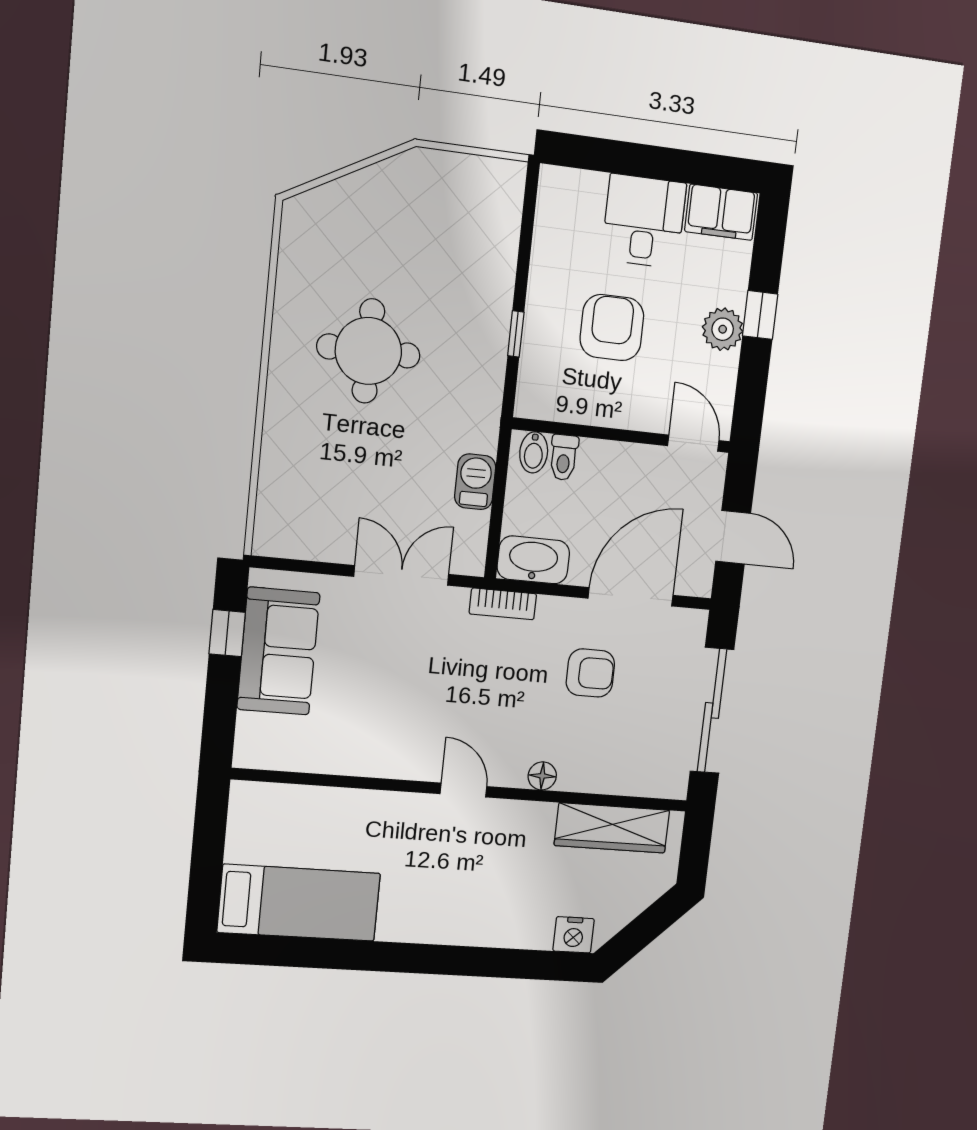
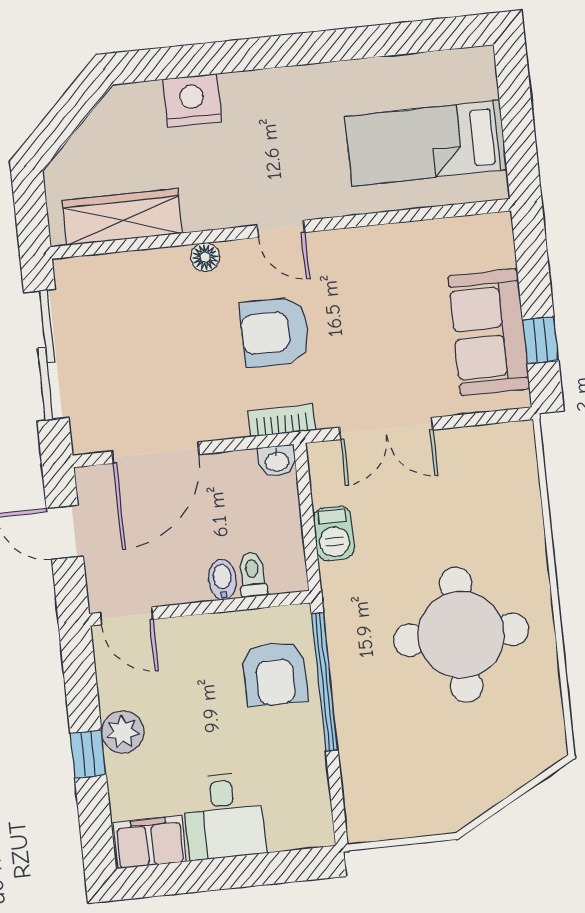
armchair: (612, 328) -> (275, 673), moved
window: (516, 334) -> (325, 682), width x3.17
round table: (368, 351) -> (461, 635), width x1.36, depth x1.36
bidet: (534, 452) -> (222, 580), moved
washbasin: (533, 560) -> (277, 461), width x0.52, depth x0.69
armchair: (590, 673) -> (275, 332), moved, width x1.38, depth x1.38
bed: (299, 903) -> (426, 143), moved
nightstand: (574, 935) -> (192, 100), moved, width x1.36, depth x1.33

